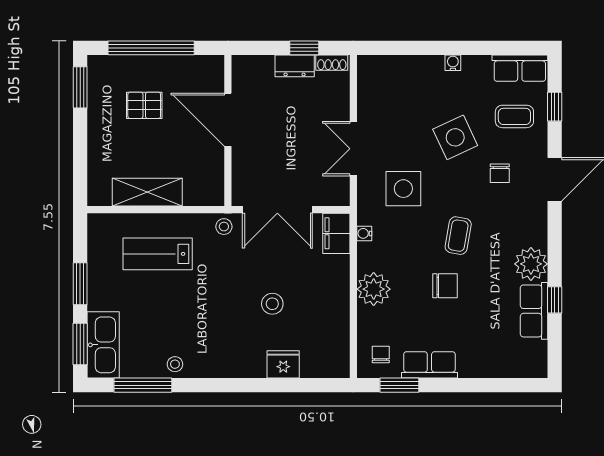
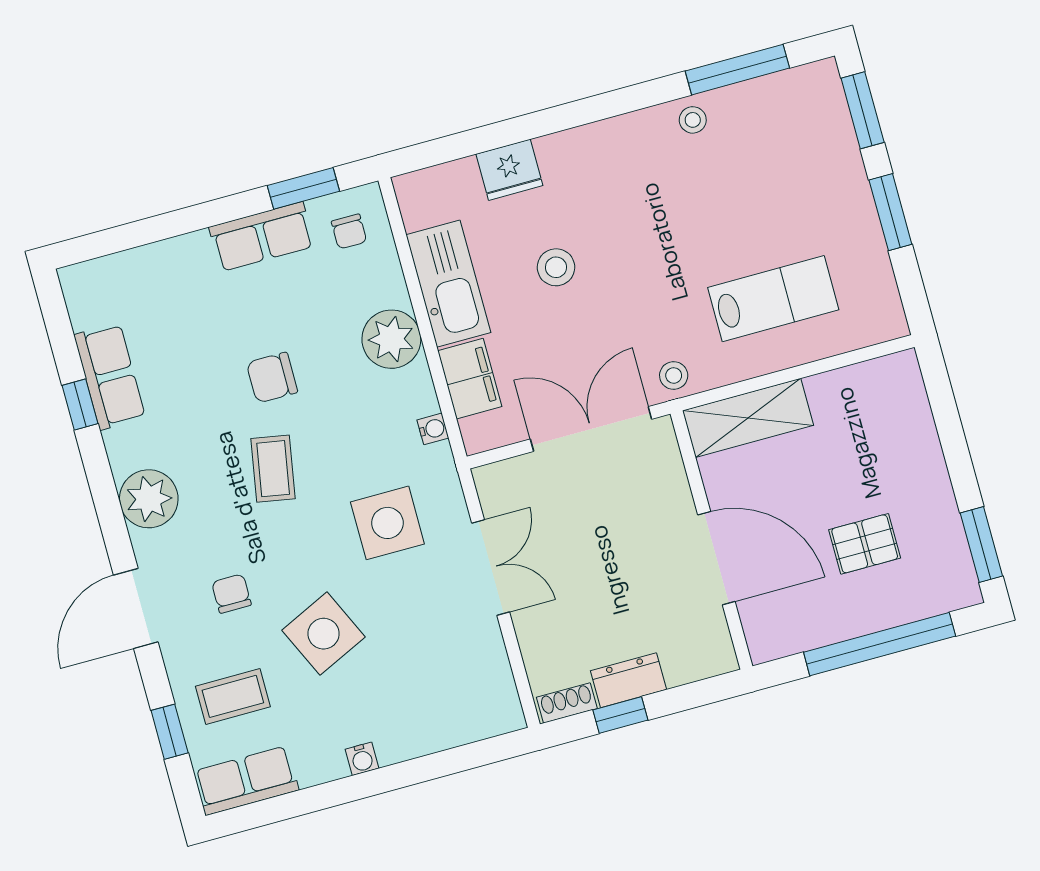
shelving: (147, 192) -> (748, 418), moved
filing cabinet: (336, 233) -> (470, 379), moved
plant: (531, 264) -> (149, 499), moved
kitchen sink: (103, 345) -> (448, 284), moved, turned 180

